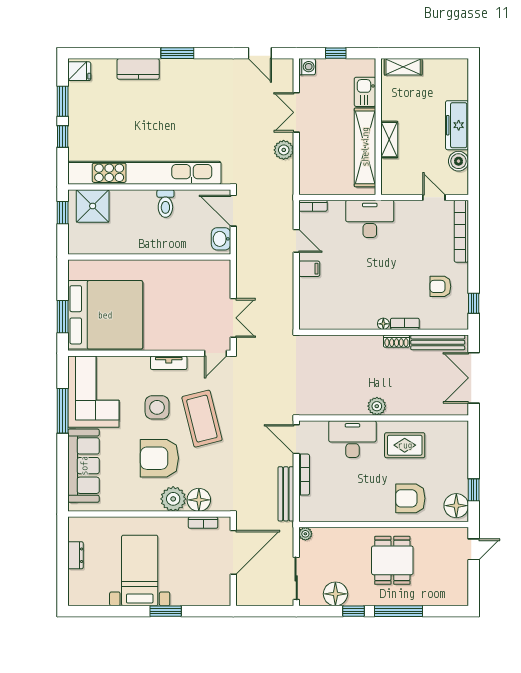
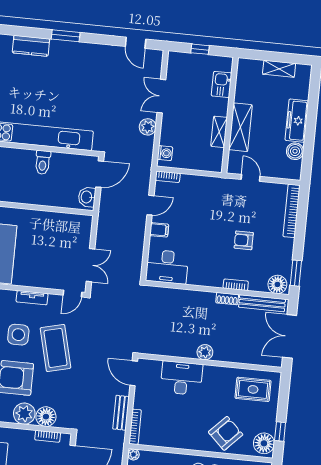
washing machine: (307, 67) -> (165, 153), moved
shelving: (403, 67) -> (279, 69), moved
shelving: (389, 140) -> (240, 127), width x1.50, depth x1.33
shelving: (365, 147) -> (219, 132), width x0.45, depth x0.75
door: (434, 197) -> (251, 178), moved
door: (233, 211) -> (100, 174), swing flipped
desk: (370, 219) -> (167, 267), moved, turned 180
door: (296, 241) -> (150, 205), hinge flipped
armchair: (440, 286) -> (244, 240), moved
window: (474, 303) -> (296, 273), width x1.50
floor lamp: (383, 324) -> (277, 284), moved, width x1.89, depth x1.89
rug: (405, 445) -> (253, 389), moved
bookcase: (304, 475) -> (135, 427), moved
bench: (286, 494) -> (121, 413), width x0.73
armchair: (410, 498) -> (226, 433), turned 134

